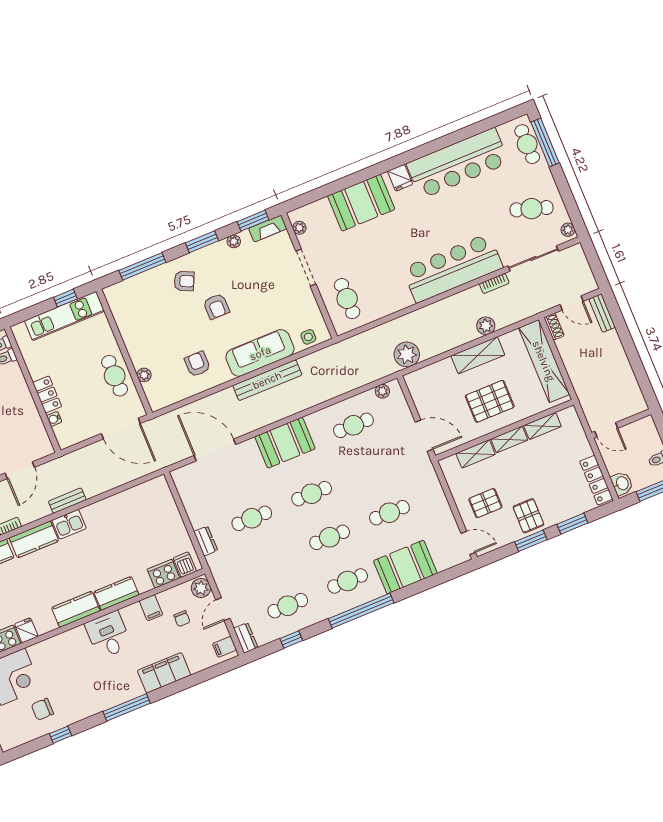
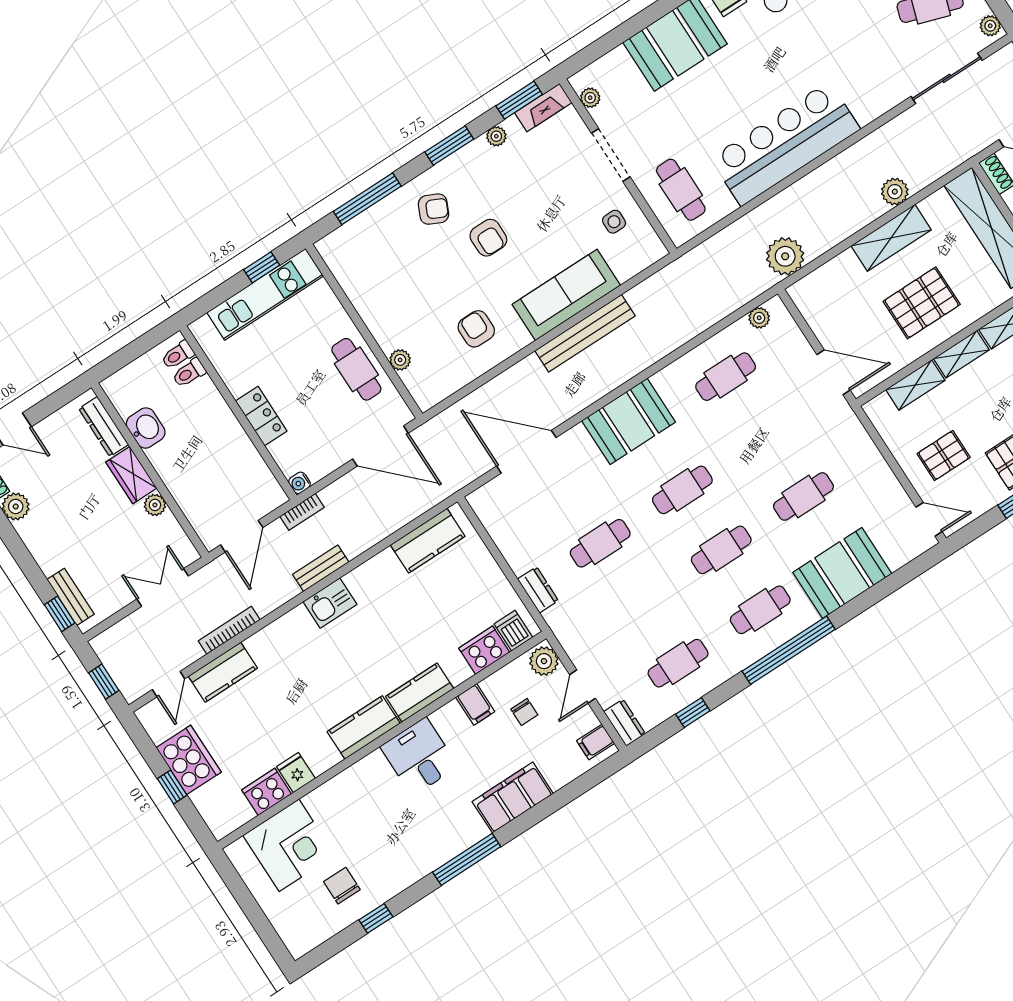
bar counter: (453, 268) -> (785, 144), moved
bookcase: (494, 283) -> (302, 512), moved
side table: (308, 337) -> (614, 222), moved
water cooler: (54, 419) -> (300, 483), moved
kitchen counter: (34, 539) -> (428, 541), moved
chair: (42, 709) -> (342, 886), turned 90

